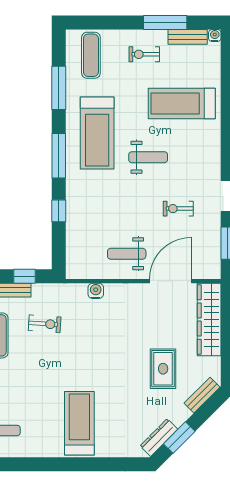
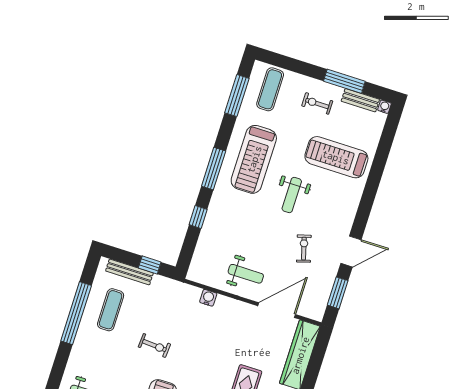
window: (59, 88) -> (237, 96), moved
weight bench: (148, 157) -> (292, 195), turned 90
exercise bike: (178, 209) -> (304, 249), turned 74
weight bench: (127, 254) -> (246, 274), turned 180
exercise bike: (45, 324) -> (154, 345), moved

